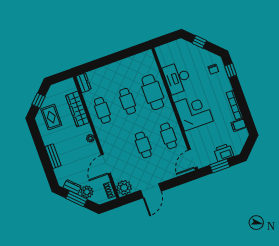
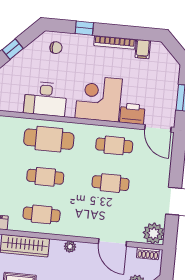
window: (231, 71) -> (84, 28), moved
printer: (224, 152) -> (132, 114), moved, turned 90

